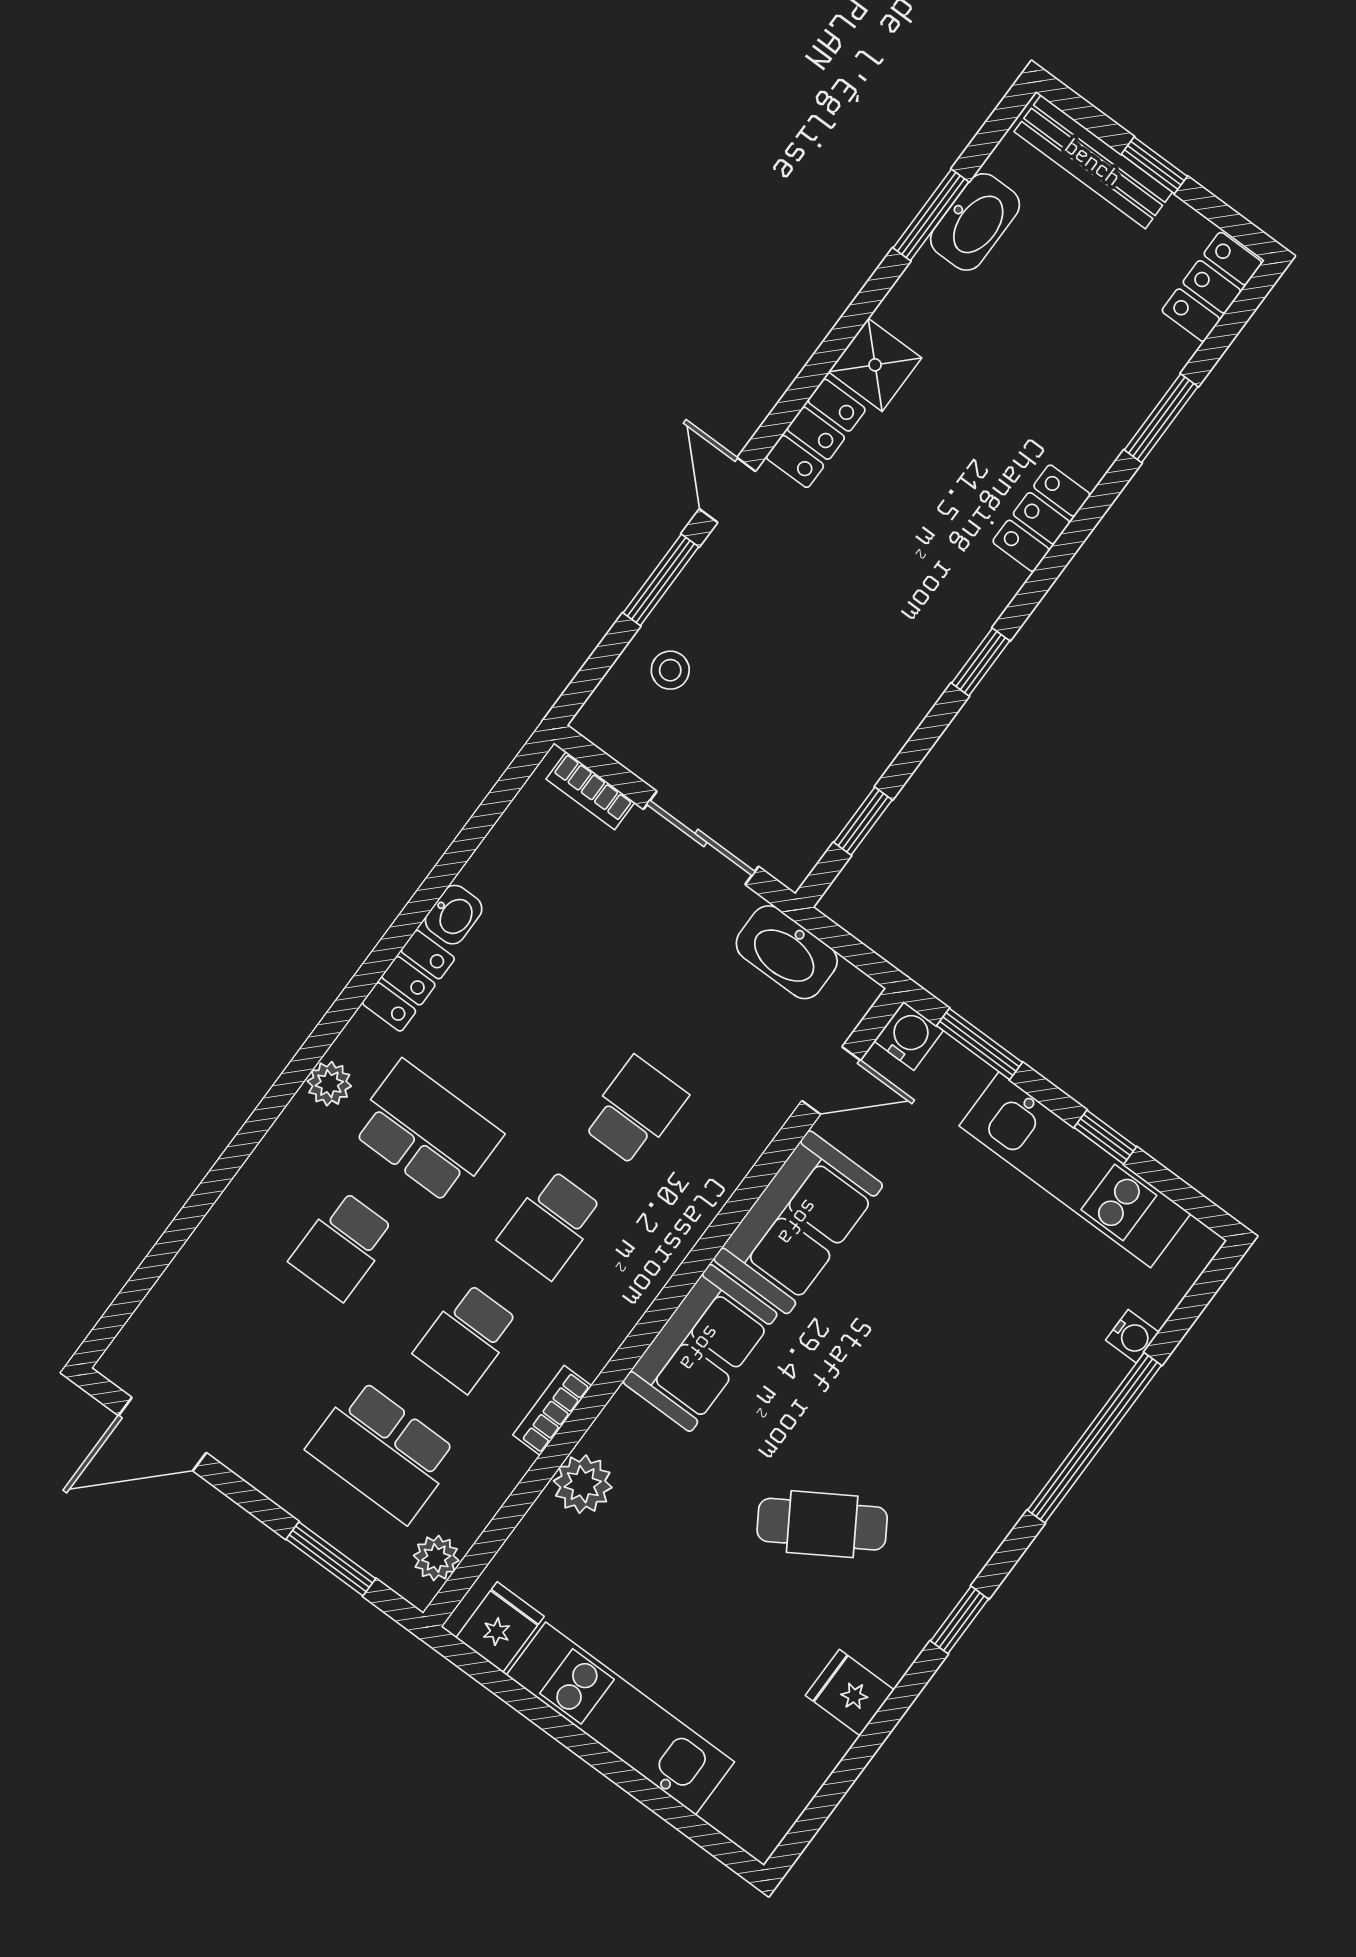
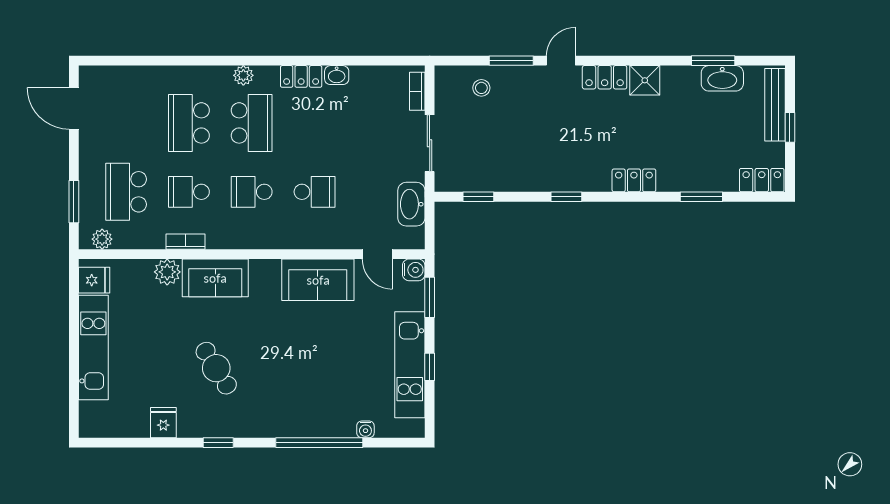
school desk: (342, 1246) -> (189, 123), width x1.85
sofa: (700, 1348) -> (215, 278), moved

